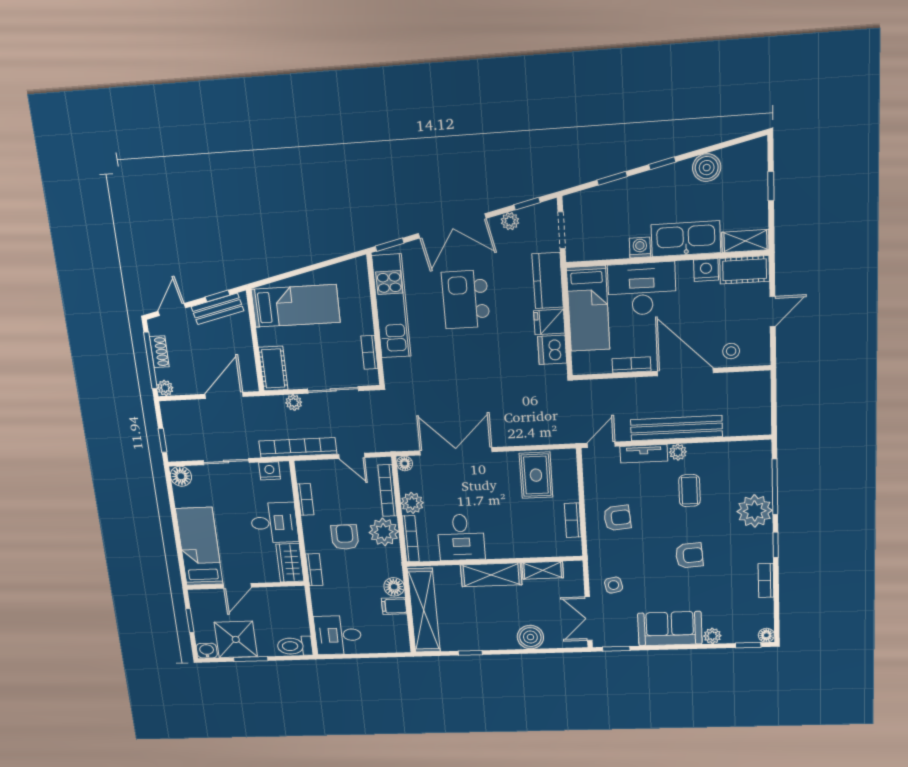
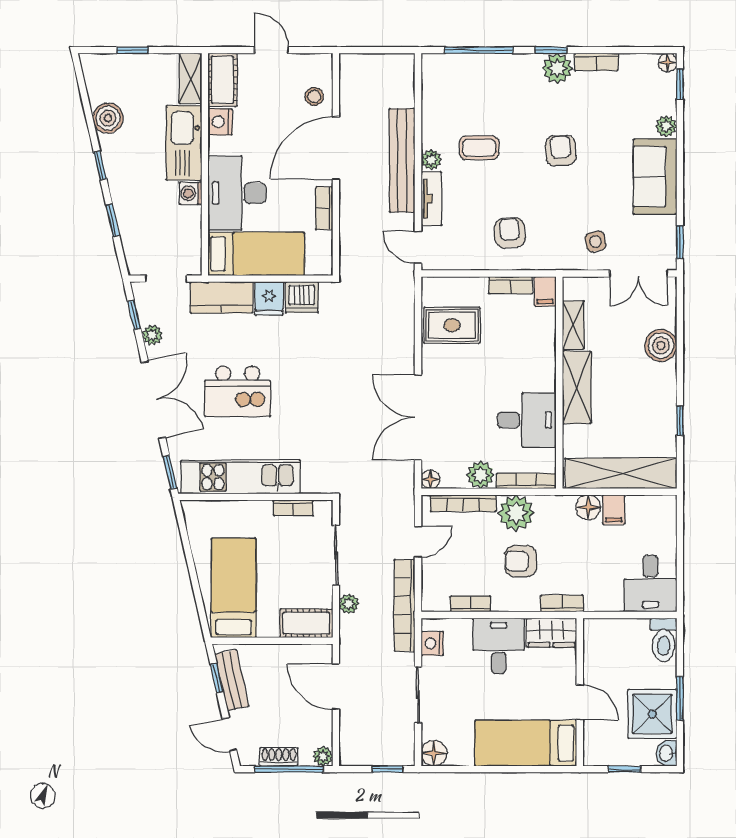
plant: (755, 511) -> (557, 68), moved, width x0.73, depth x0.73
filing cabinet: (569, 548) -> (545, 291), added

